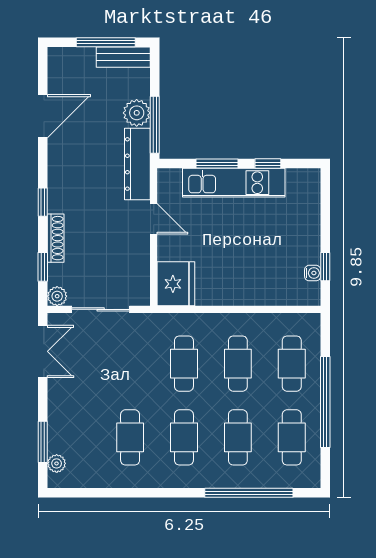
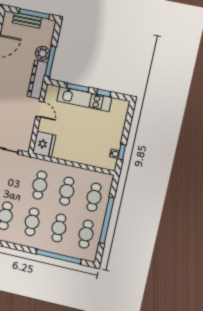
bench: (123, 57) -> (27, 20), moved

